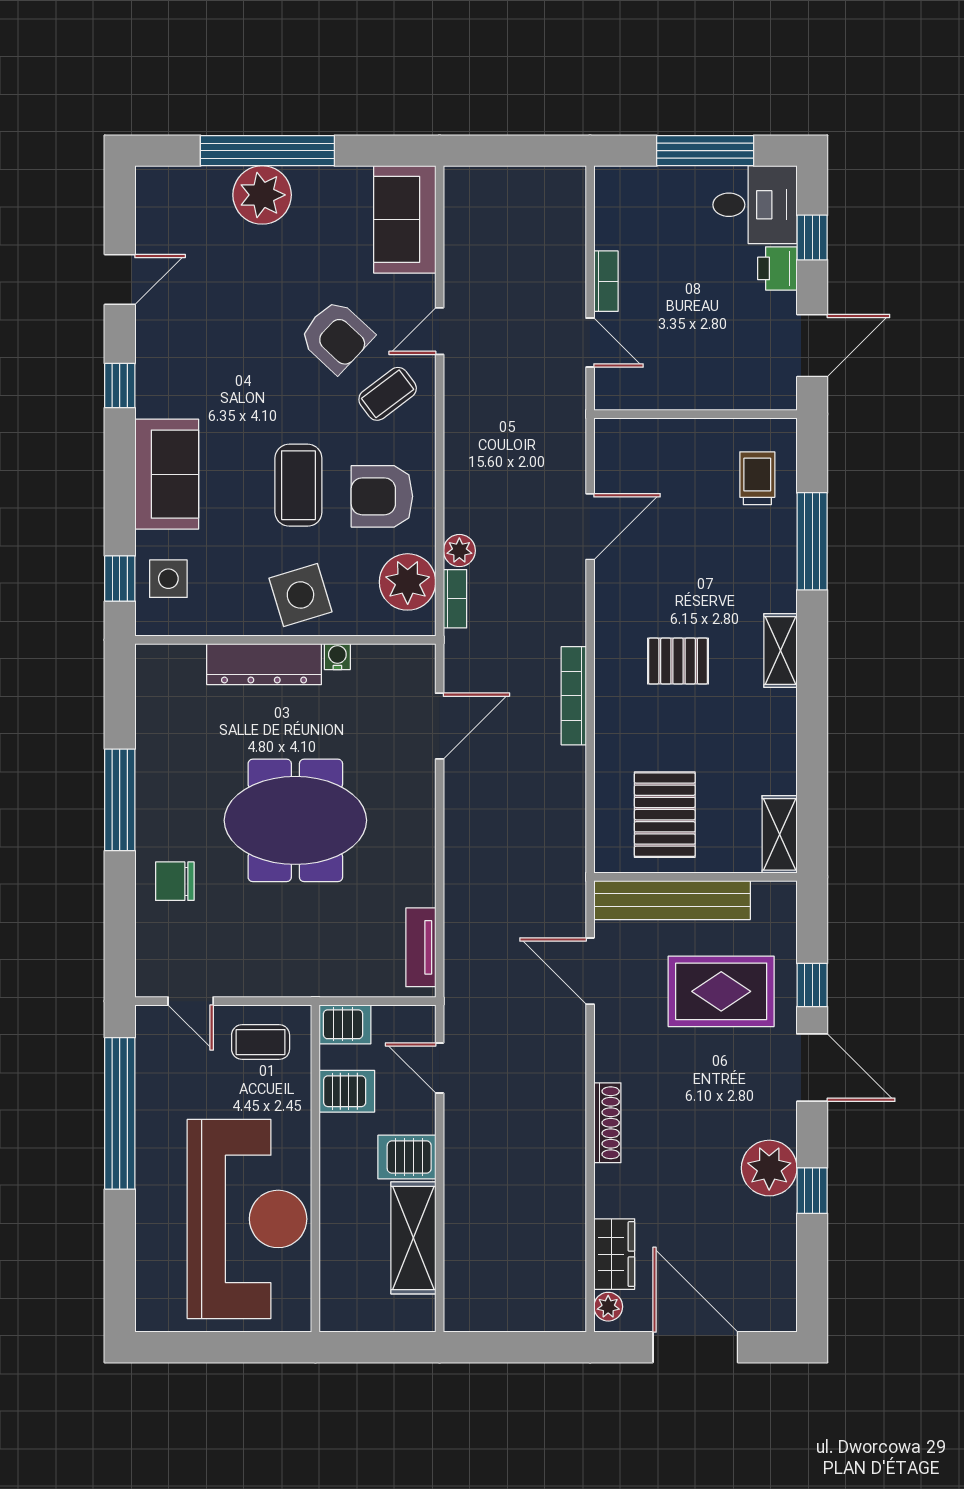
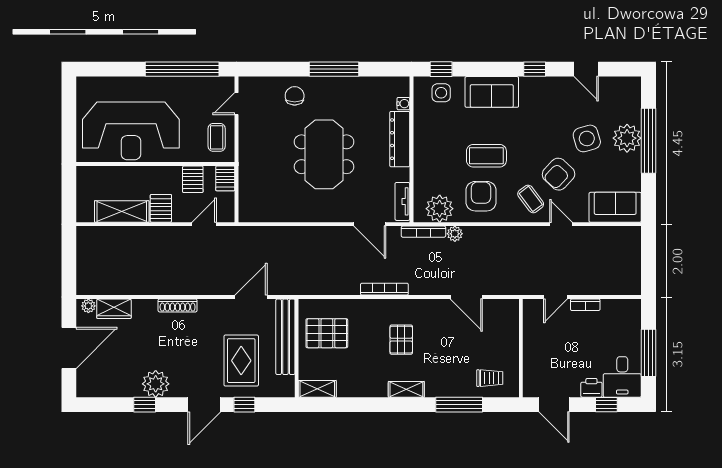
side table: (300, 595) -> (587, 138), moved
bookcase: (455, 599) -> (423, 232), width x1.56
water cooler: (337, 657) -> (403, 104), moved
tv unit: (421, 947) -> (402, 201), moved, turned -90

